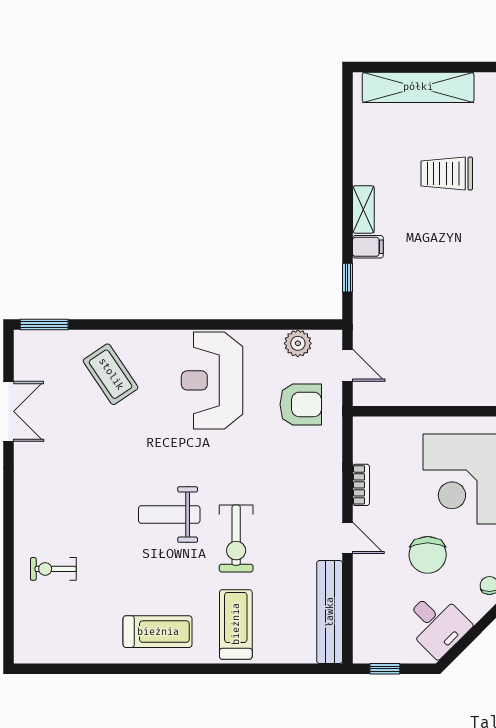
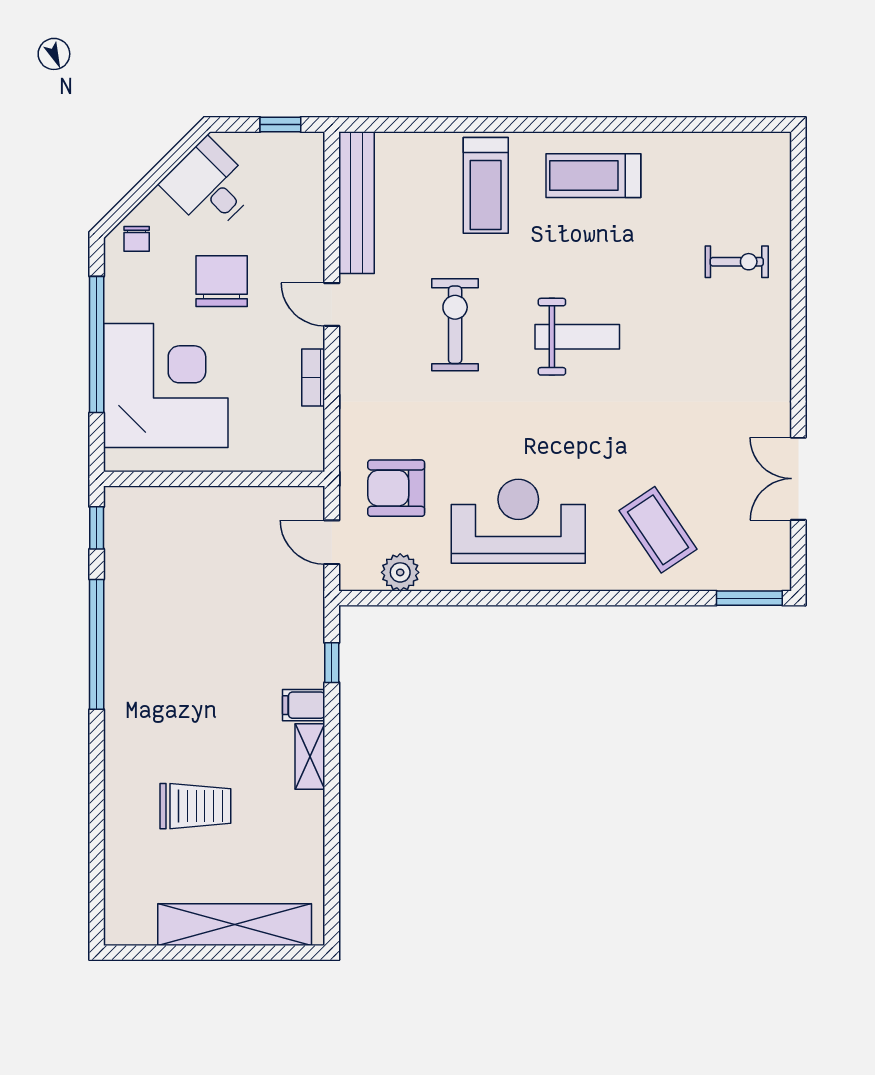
reception desk: (212, 380) -> (518, 521), turned -90
exercise bike: (236, 539) -> (455, 325), moved

